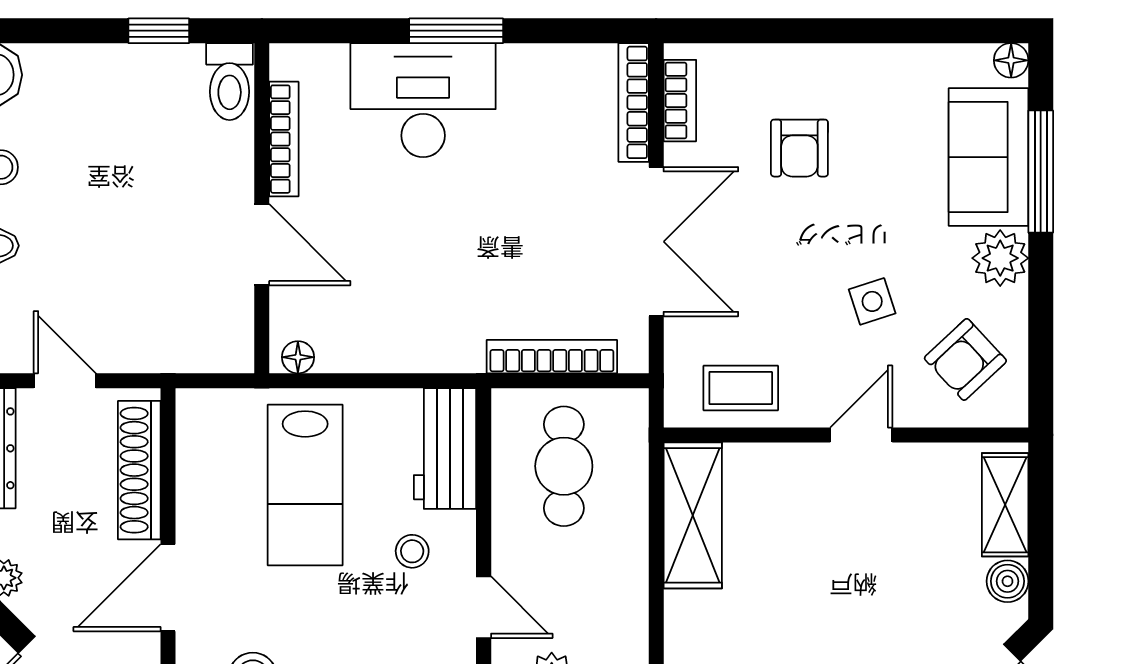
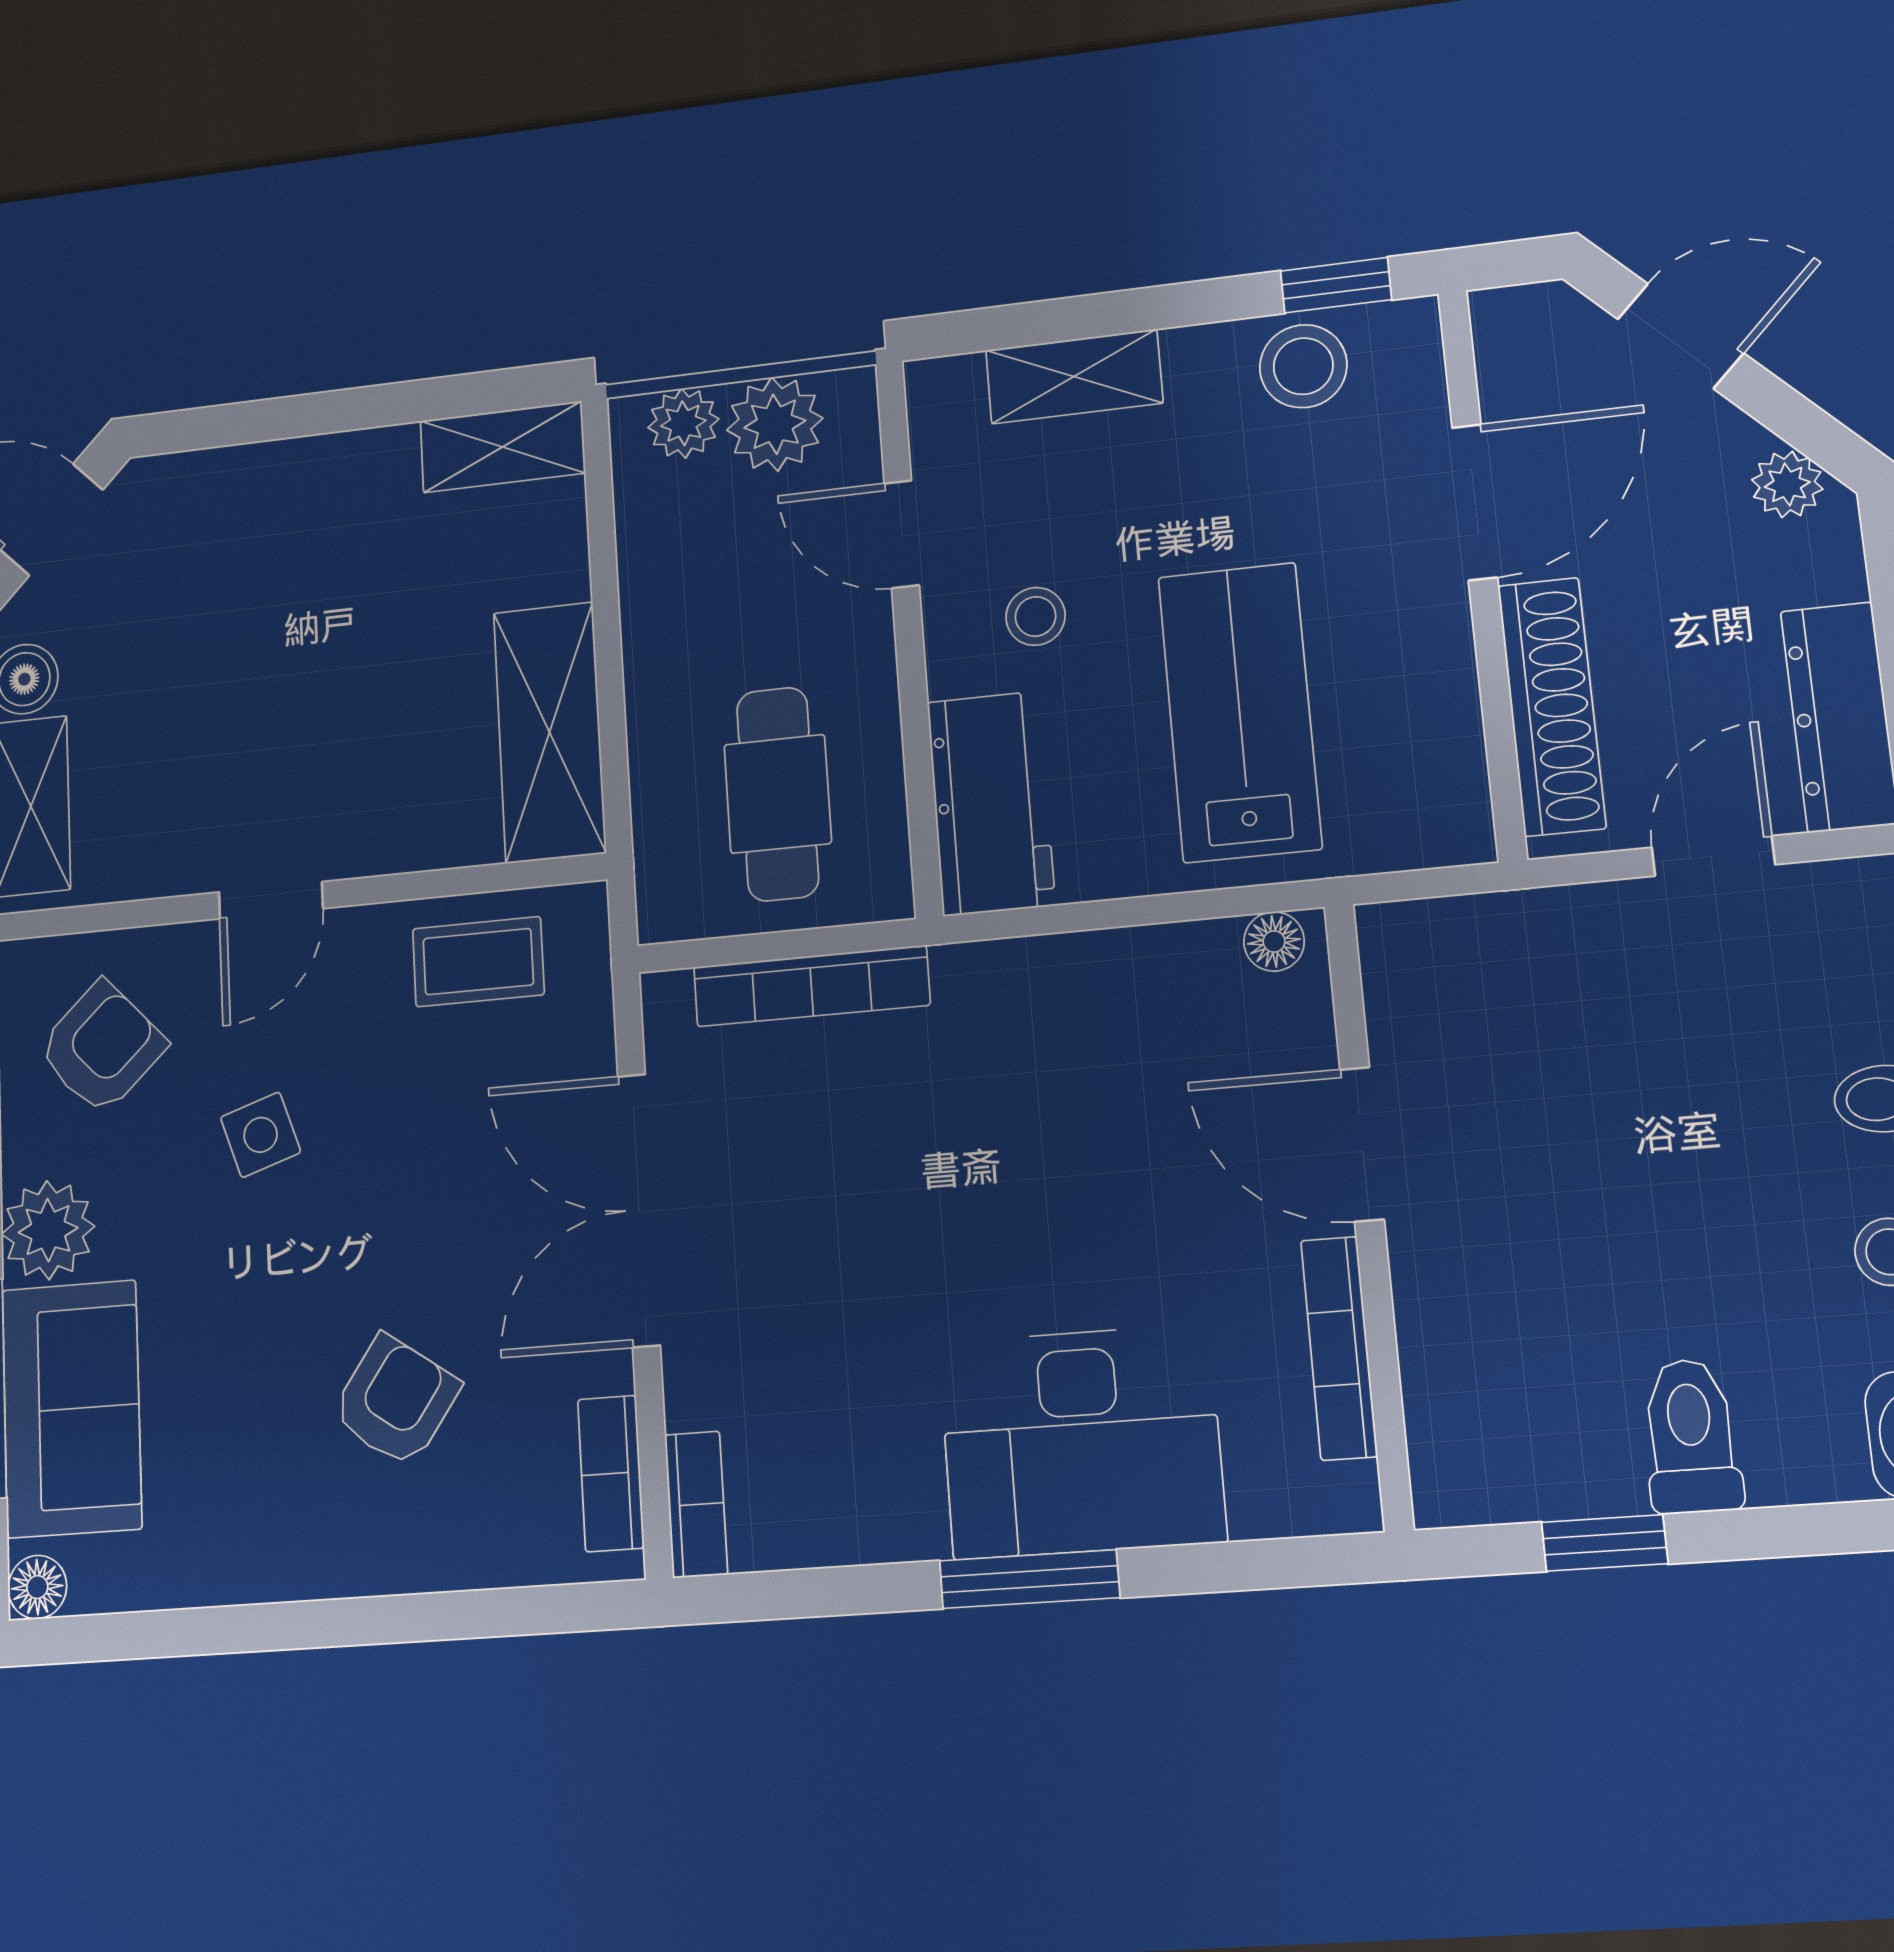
toilet: (230, 82) -> (1691, 1436), moved
bookcase: (634, 102) -> (696, 1504), width x0.64
armchair: (799, 148) -> (396, 1401), turned 35
door: (65, 381) -> (1713, 856), swing flipped

